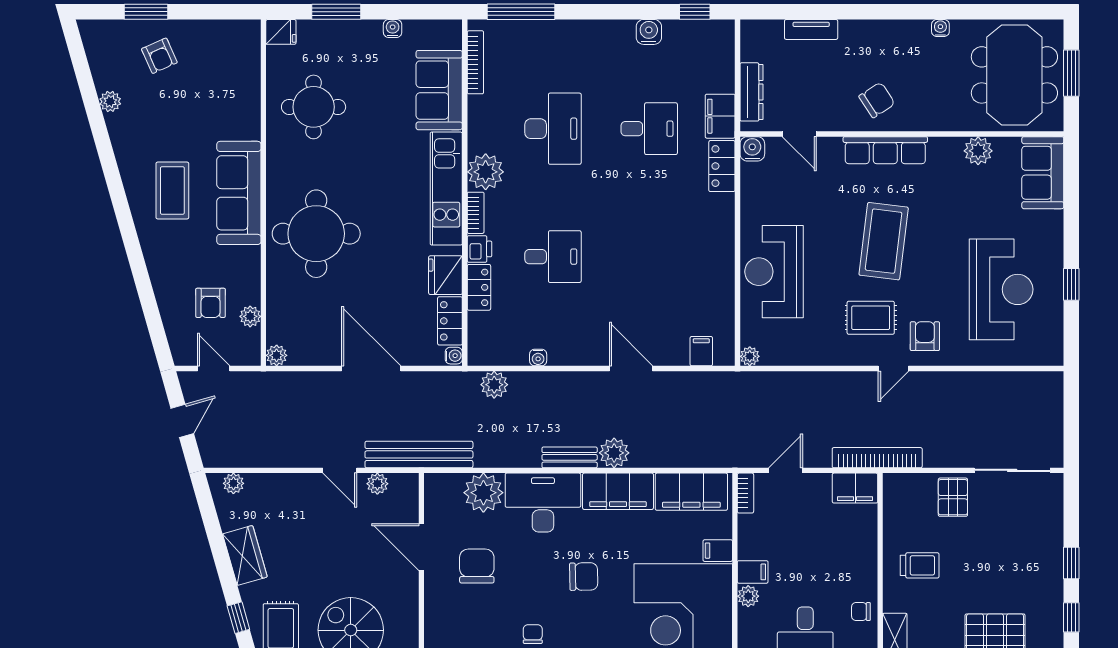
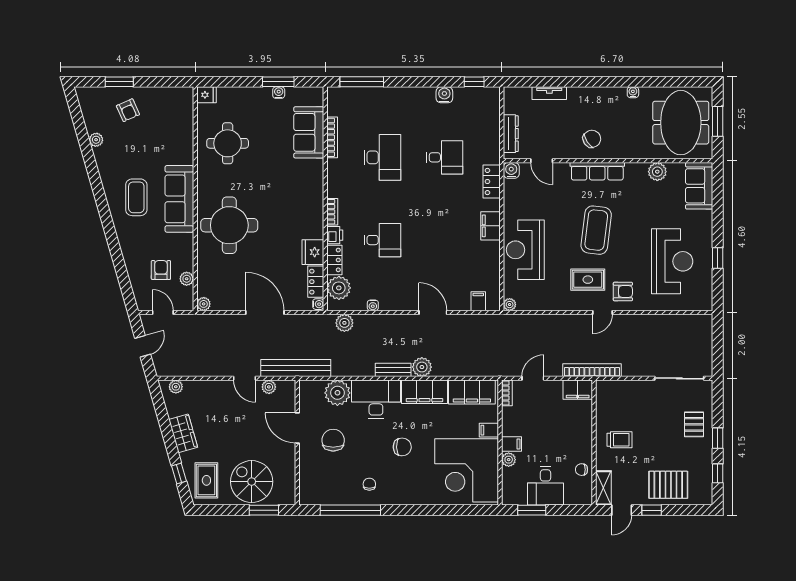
window: (336, 12) -> (278, 82), moved
bookcase: (475, 62) -> (332, 137), moved
filing cabinet: (720, 116) -> (490, 226), moved
plant: (486, 172) -> (339, 288), moved
kitchen unit: (446, 189) -> (313, 196), removed
armchair: (211, 303) -> (161, 270), turned 180
armchair: (925, 336) -> (623, 292), turned 90
pallet: (953, 497) -> (694, 424), moved

